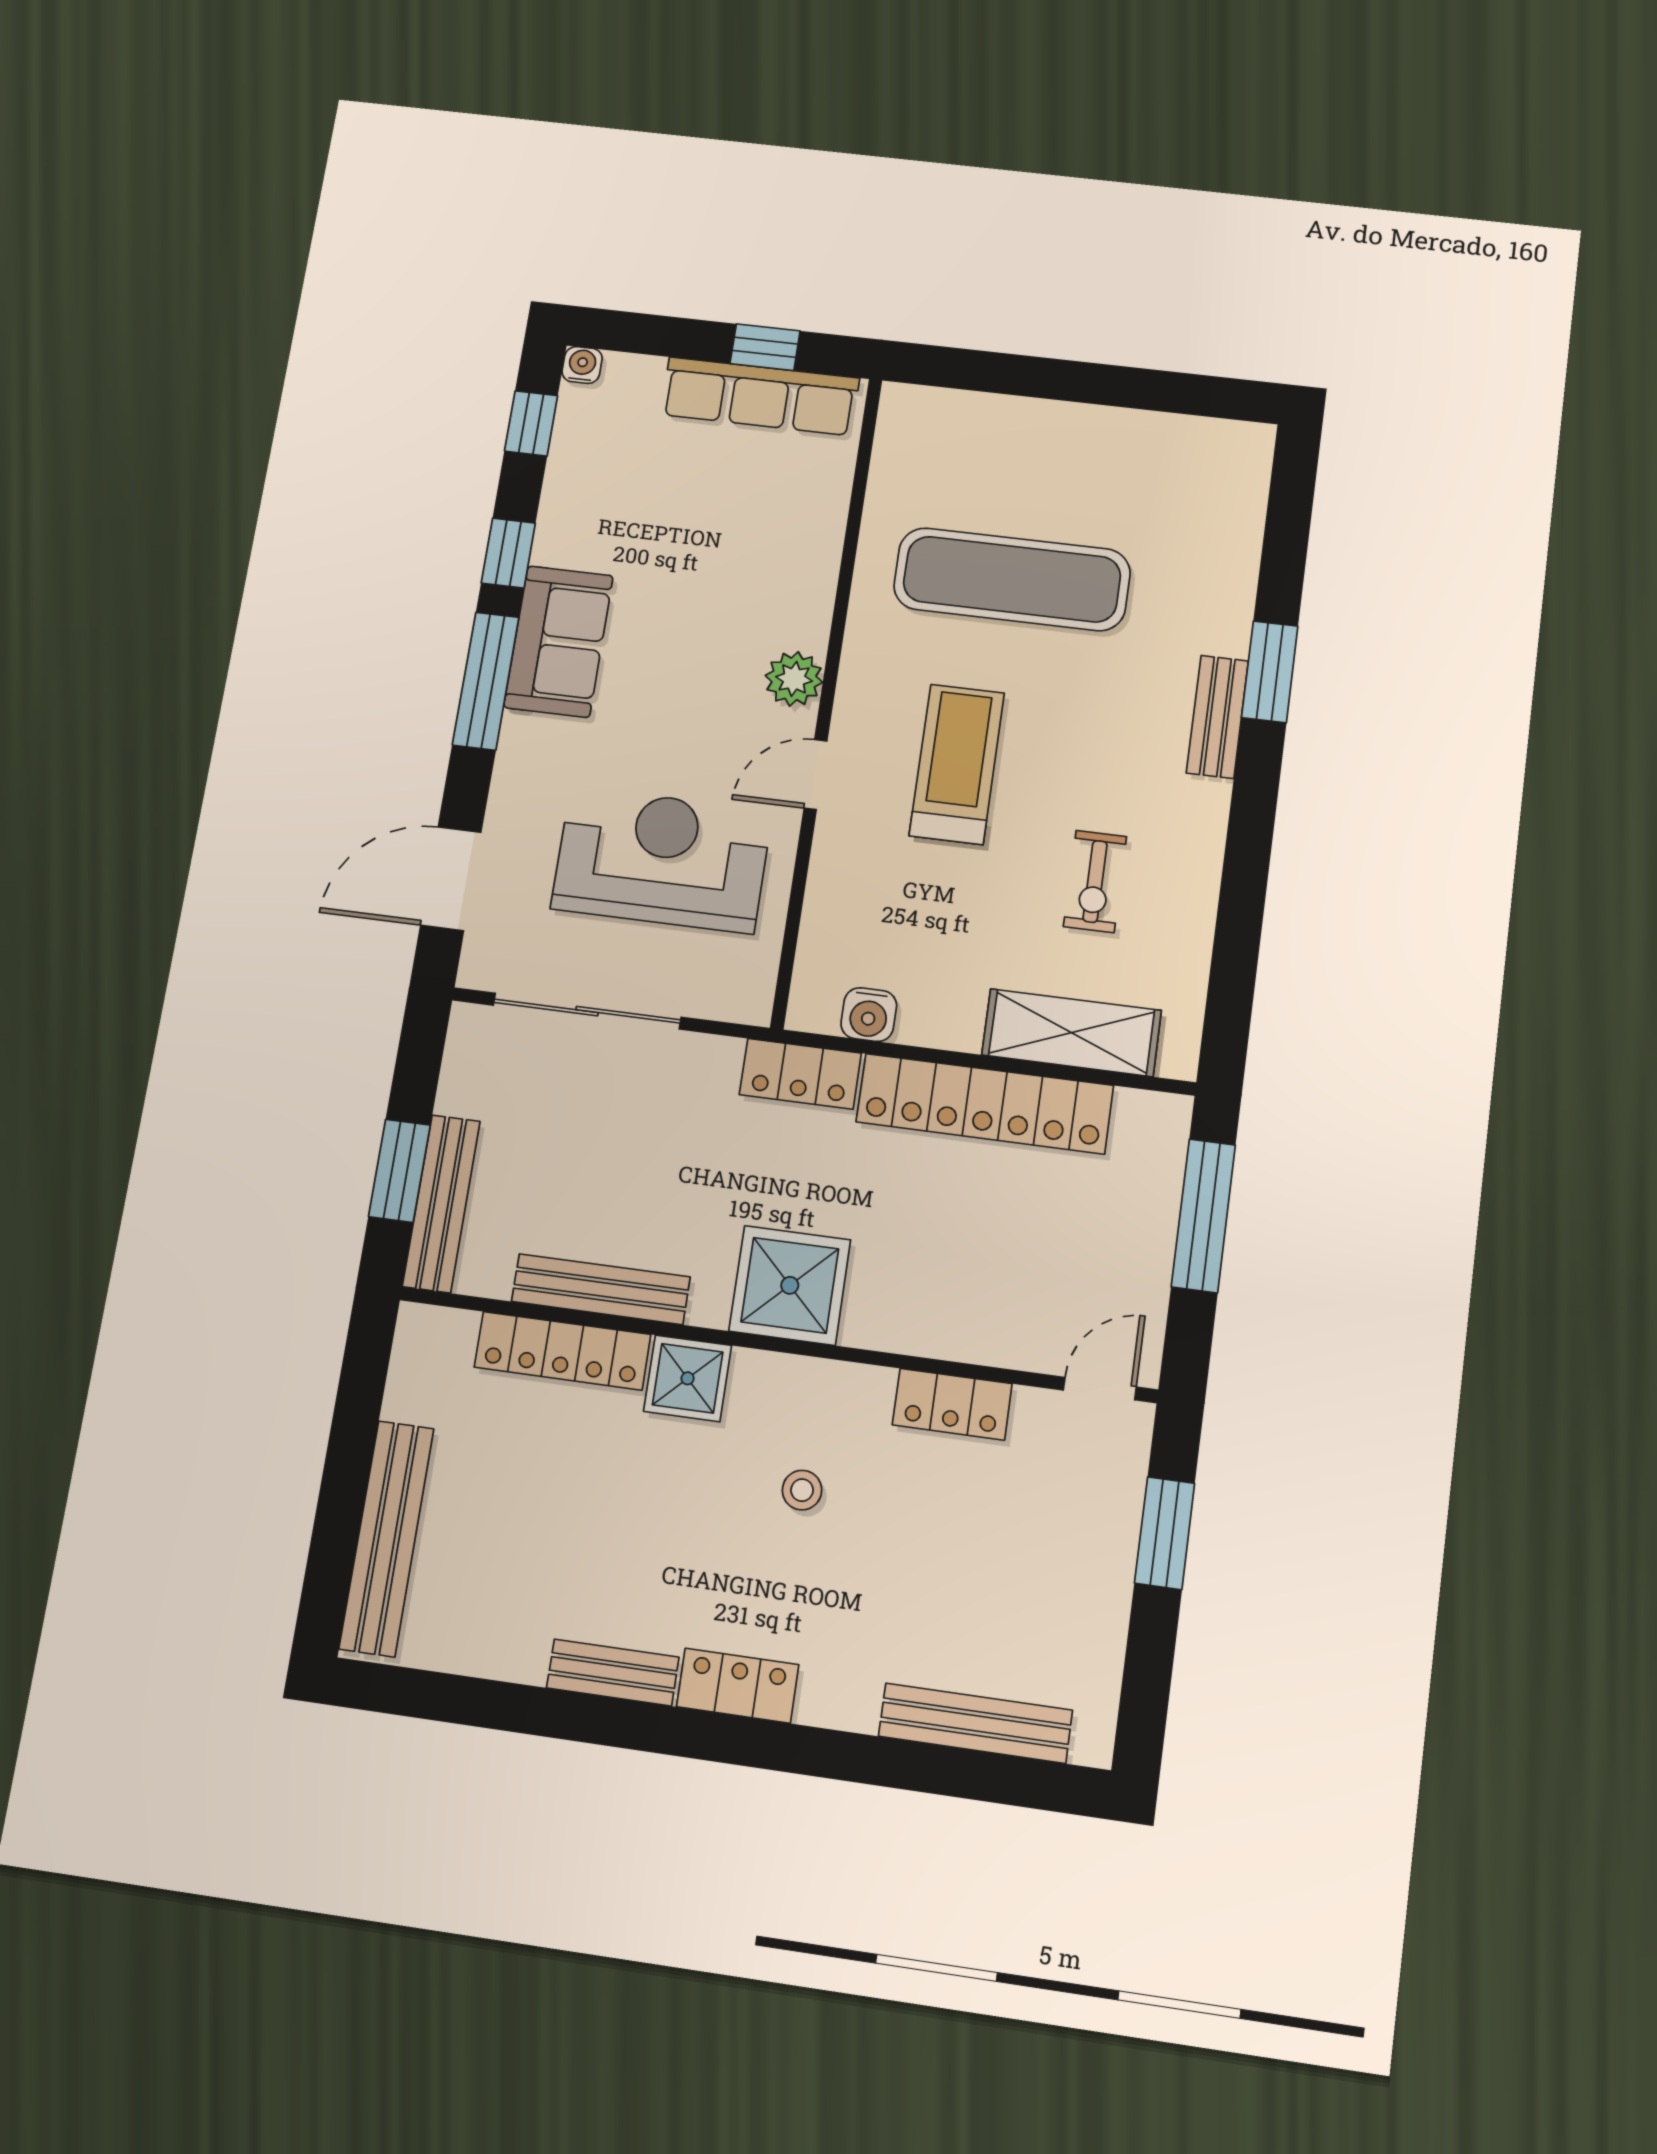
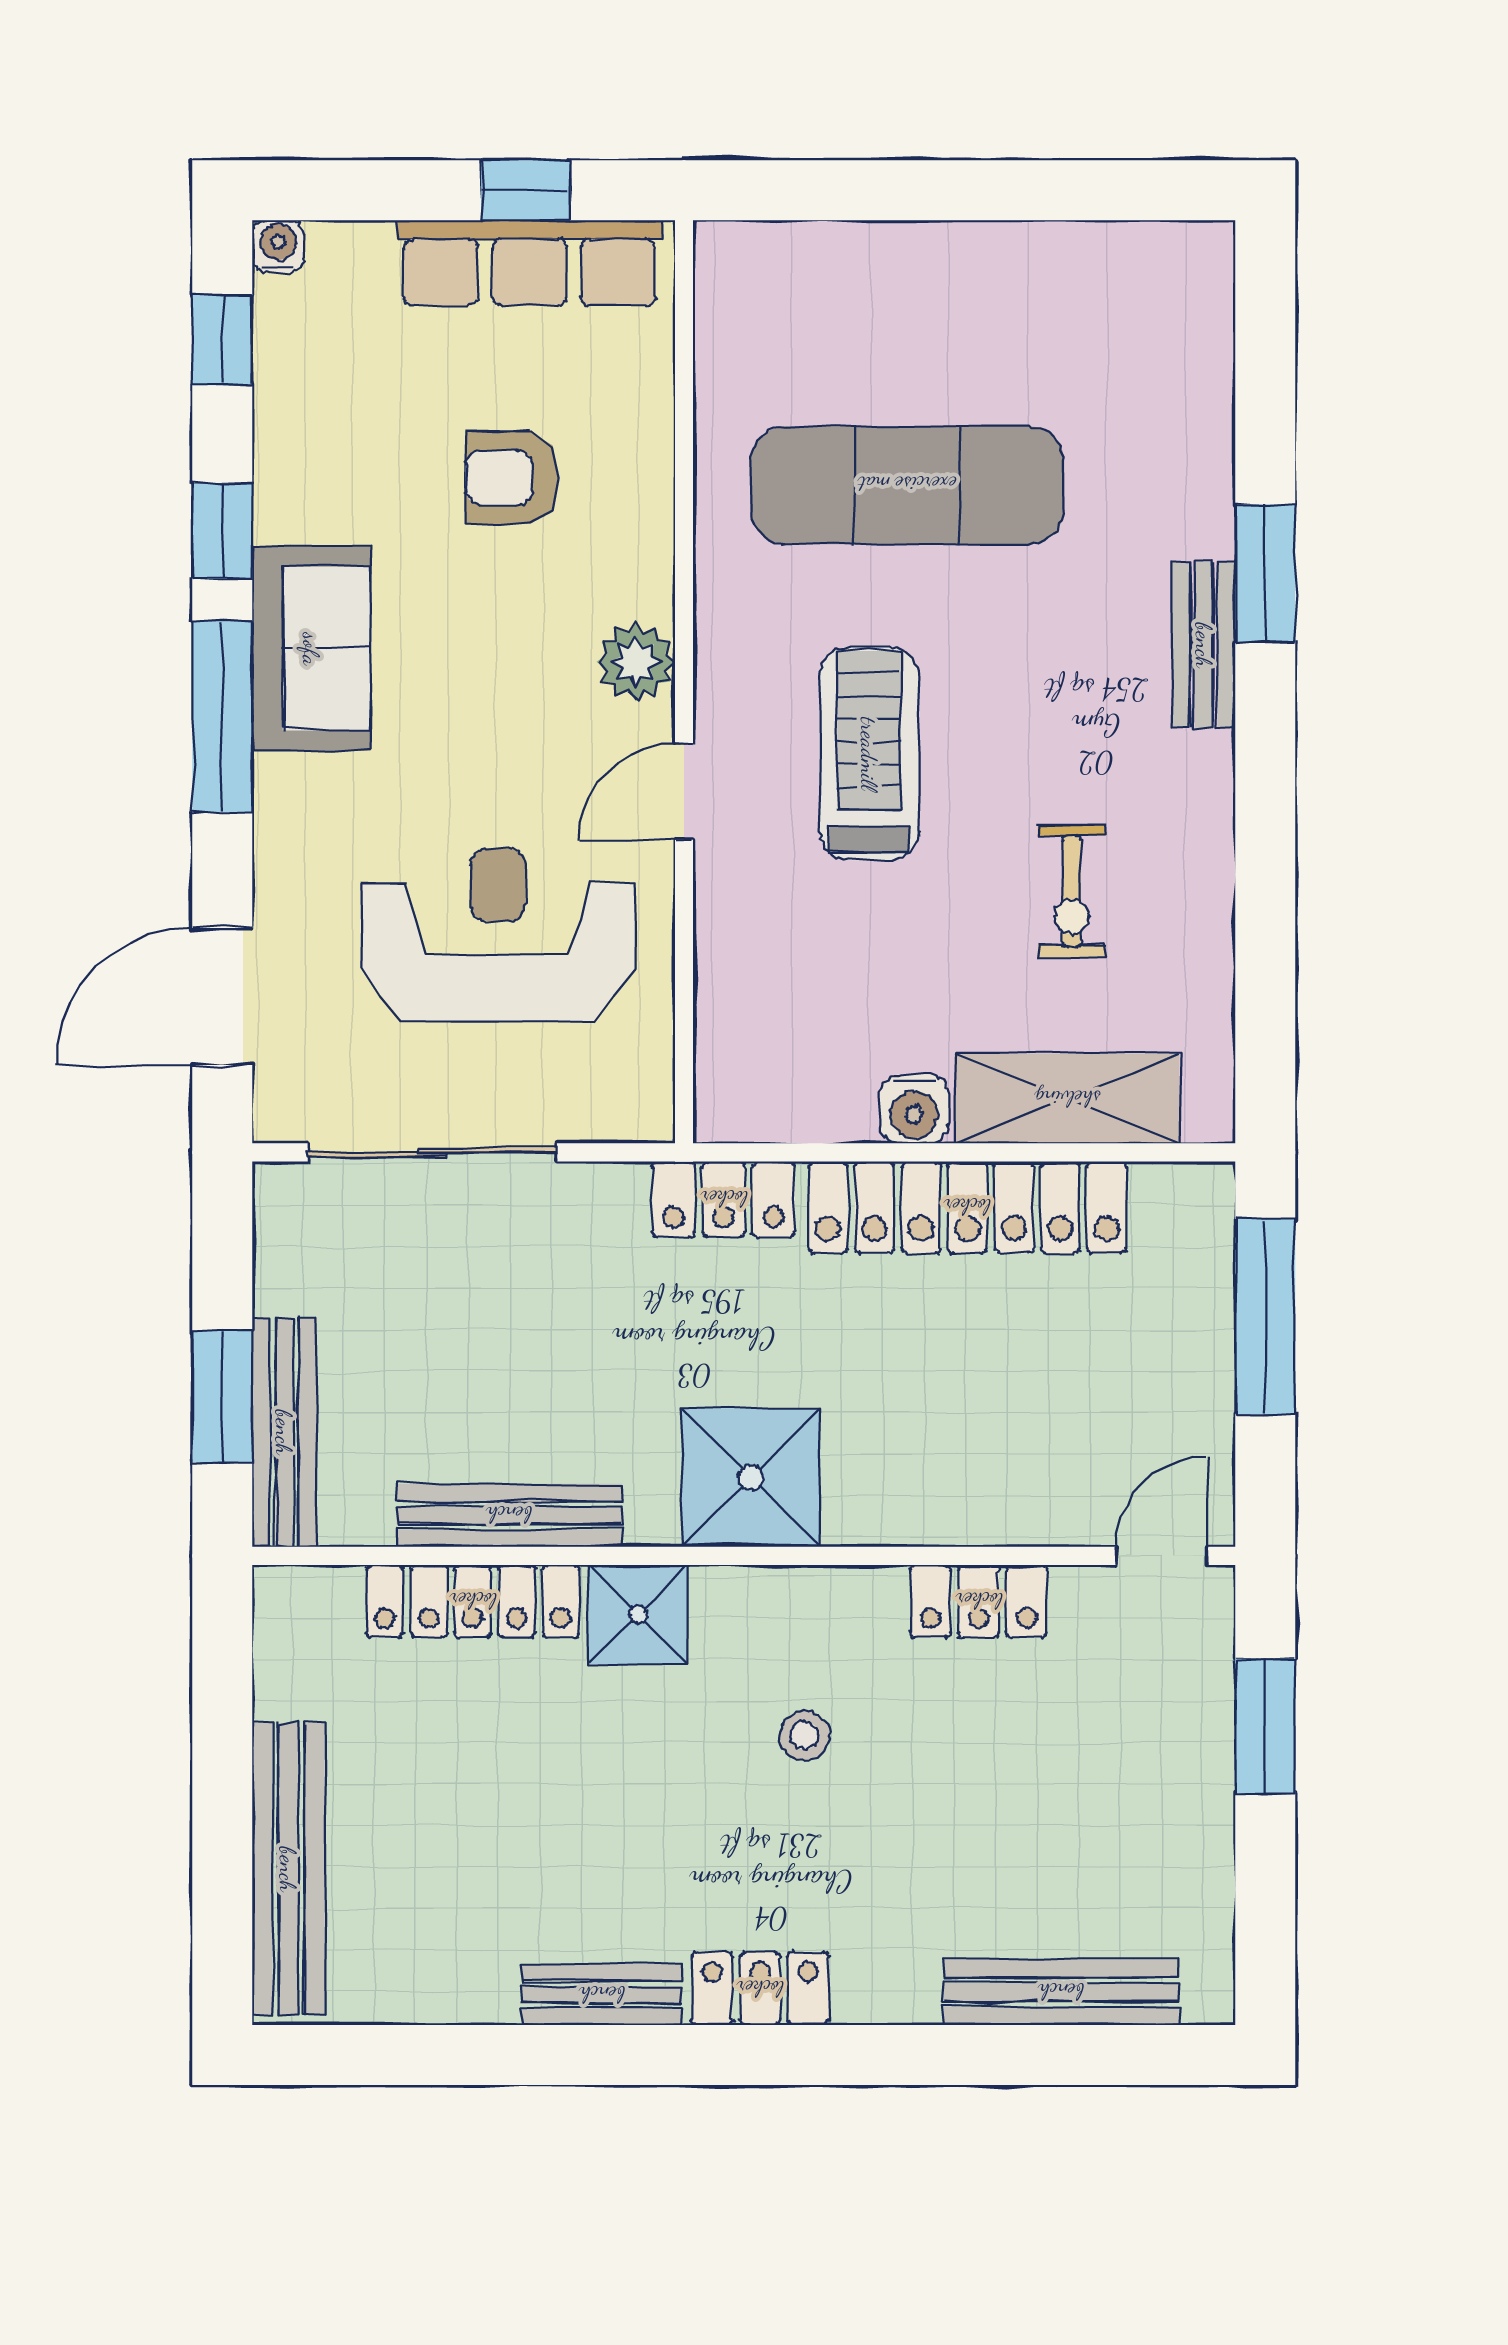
armchair: (724, 541) -> (512, 478), added
water cooler: (869, 1015) -> (914, 1109), moved

